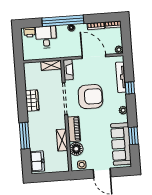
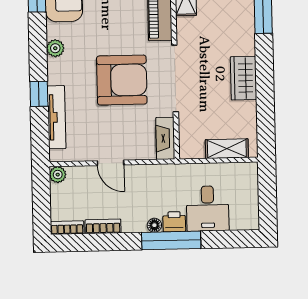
window: (63, 21) -> (171, 240), width x0.68
printer: (30, 32) -> (174, 222), moved
door: (94, 57) -> (110, 163), width x0.53
shelving: (51, 65) -> (227, 149), moved
armchair: (90, 97) -> (122, 80), turned 180

